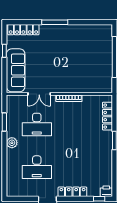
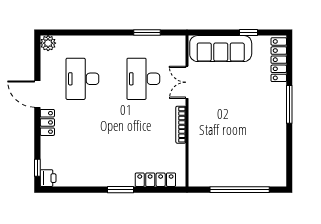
plant: (12, 143) -> (48, 43), moved
locker: (72, 192) -> (47, 122), width x0.66

